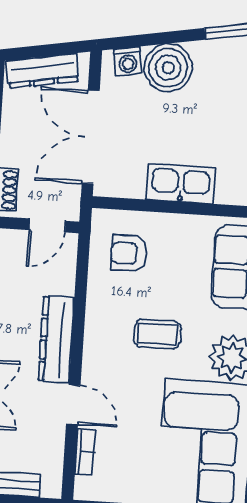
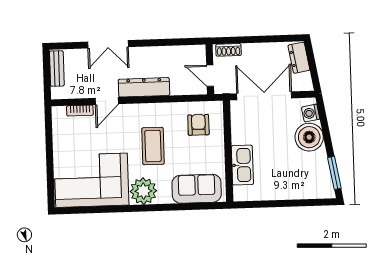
dresser: (43, 71) -> (299, 58), width x0.70
kitchen sink: (181, 184) -> (242, 165), moved
coffee table: (157, 334) -> (153, 146), width x1.36, depth x1.30

